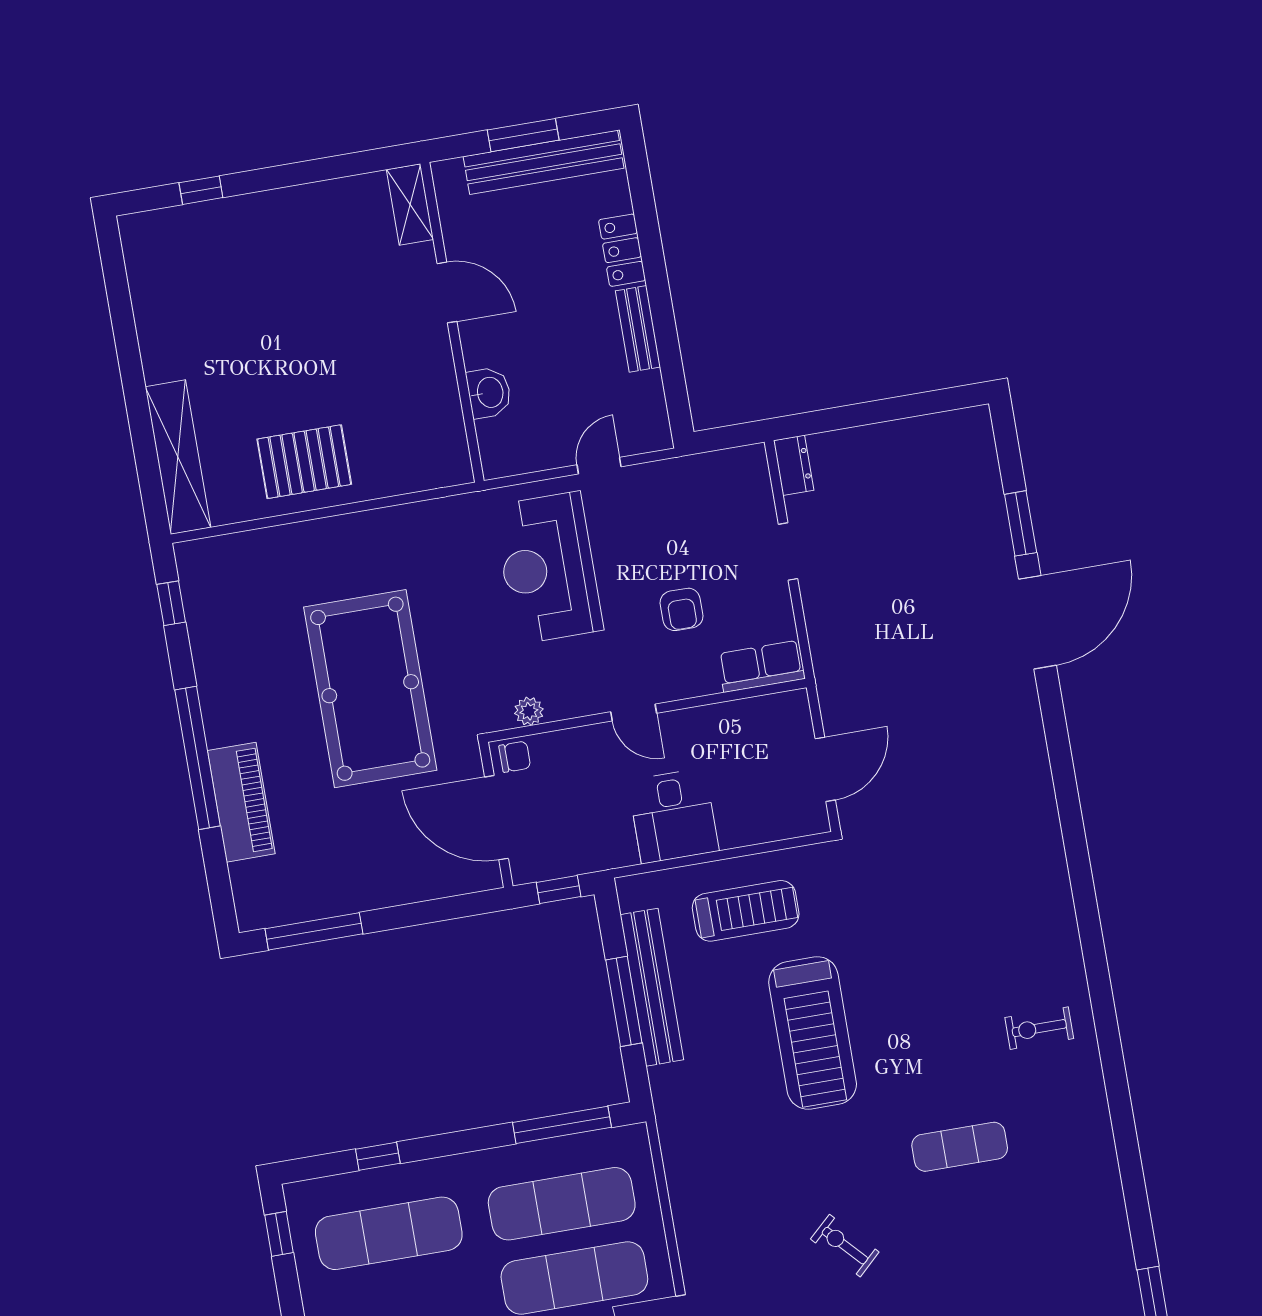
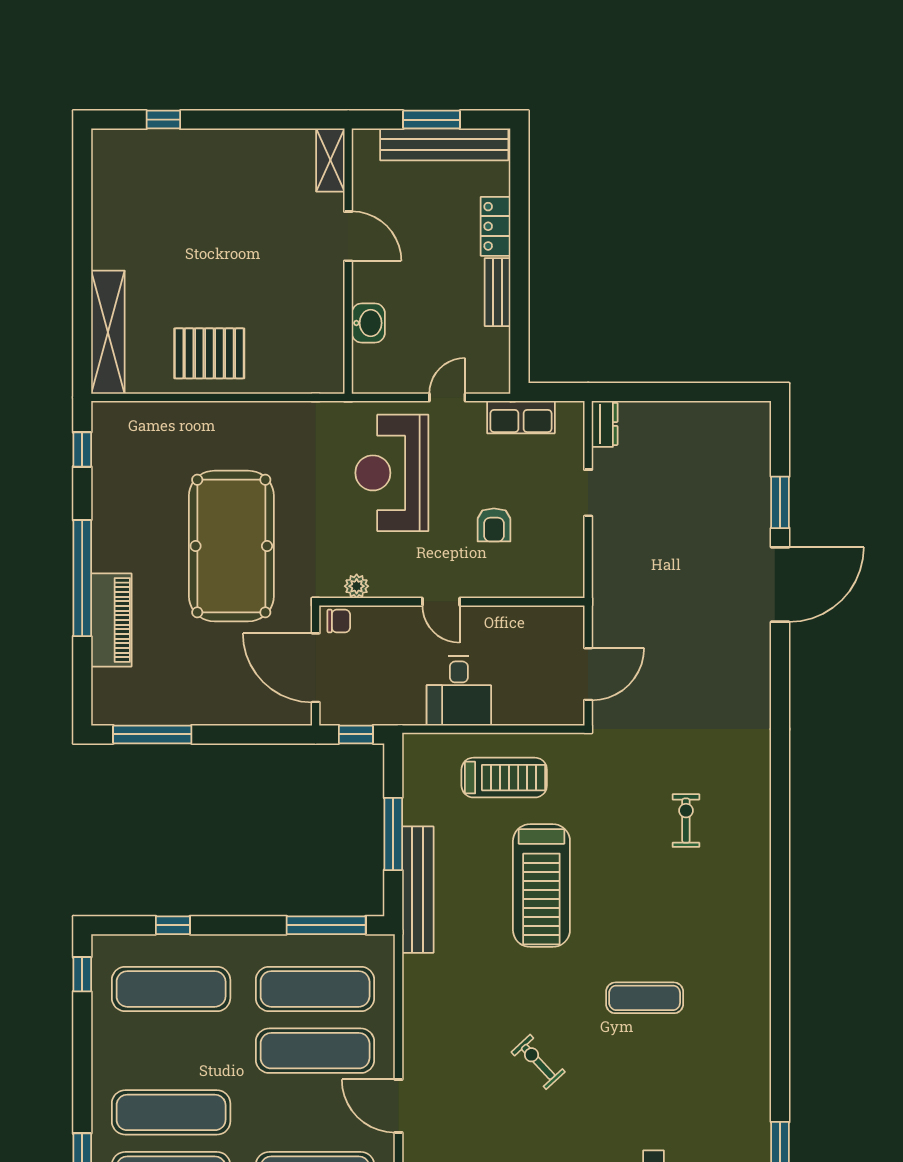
row of seats: (761, 666) -> (521, 417), moved, turned 180
bench: (652, 987) -> (418, 890), moved
exercise bike: (1039, 1028) -> (686, 821), moved, turned 90

